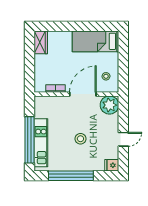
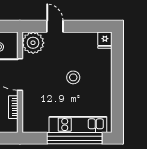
door: (123, 139) -> (55, 26), moved
window: (71, 176) -> (117, 89), removed

